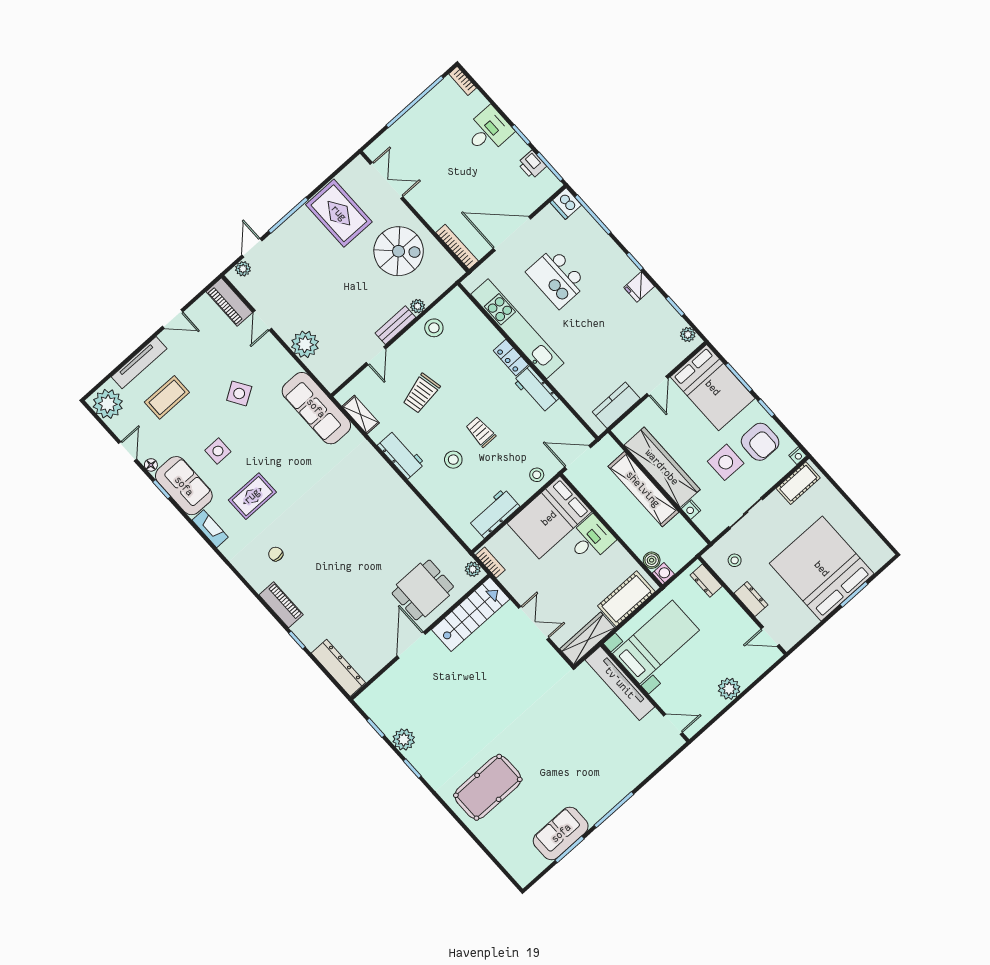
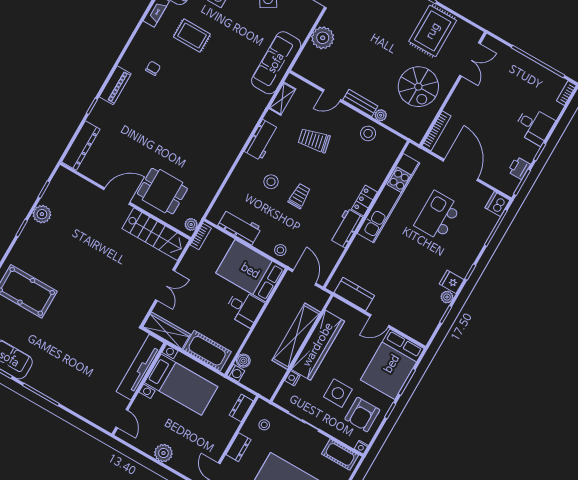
plant: (688, 334) -> (447, 297), moved

